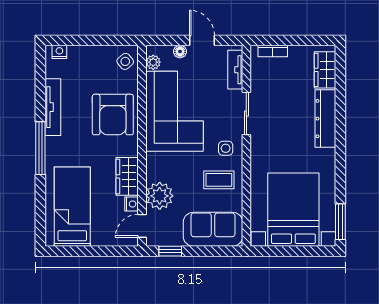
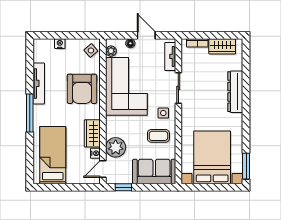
nightstand: (59, 52) -> (60, 44), moved
wardrobe: (325, 70) -> (222, 46), moved, turned -90

